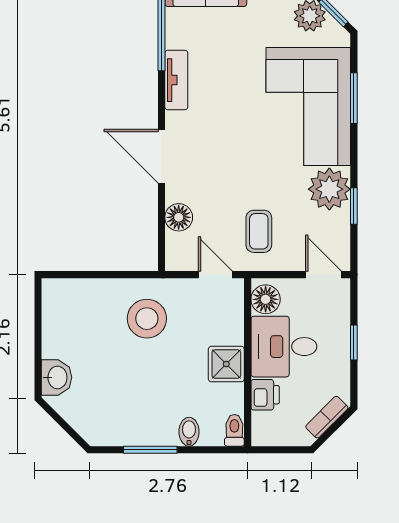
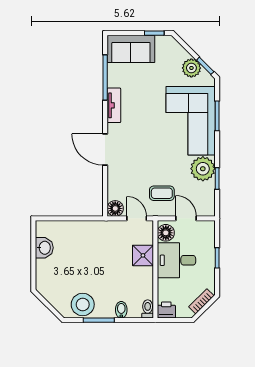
floor lamp: (179, 217) -> (115, 208), moved
coffee table: (259, 231) -> (162, 193), turned 90
door: (323, 275) -> (186, 218), moved
stool: (147, 319) -> (83, 304), moved
shower: (226, 364) -> (143, 255), moved
washbasin: (57, 377) -> (44, 248), moved
printer: (265, 395) -> (166, 310), moved, turned -90

